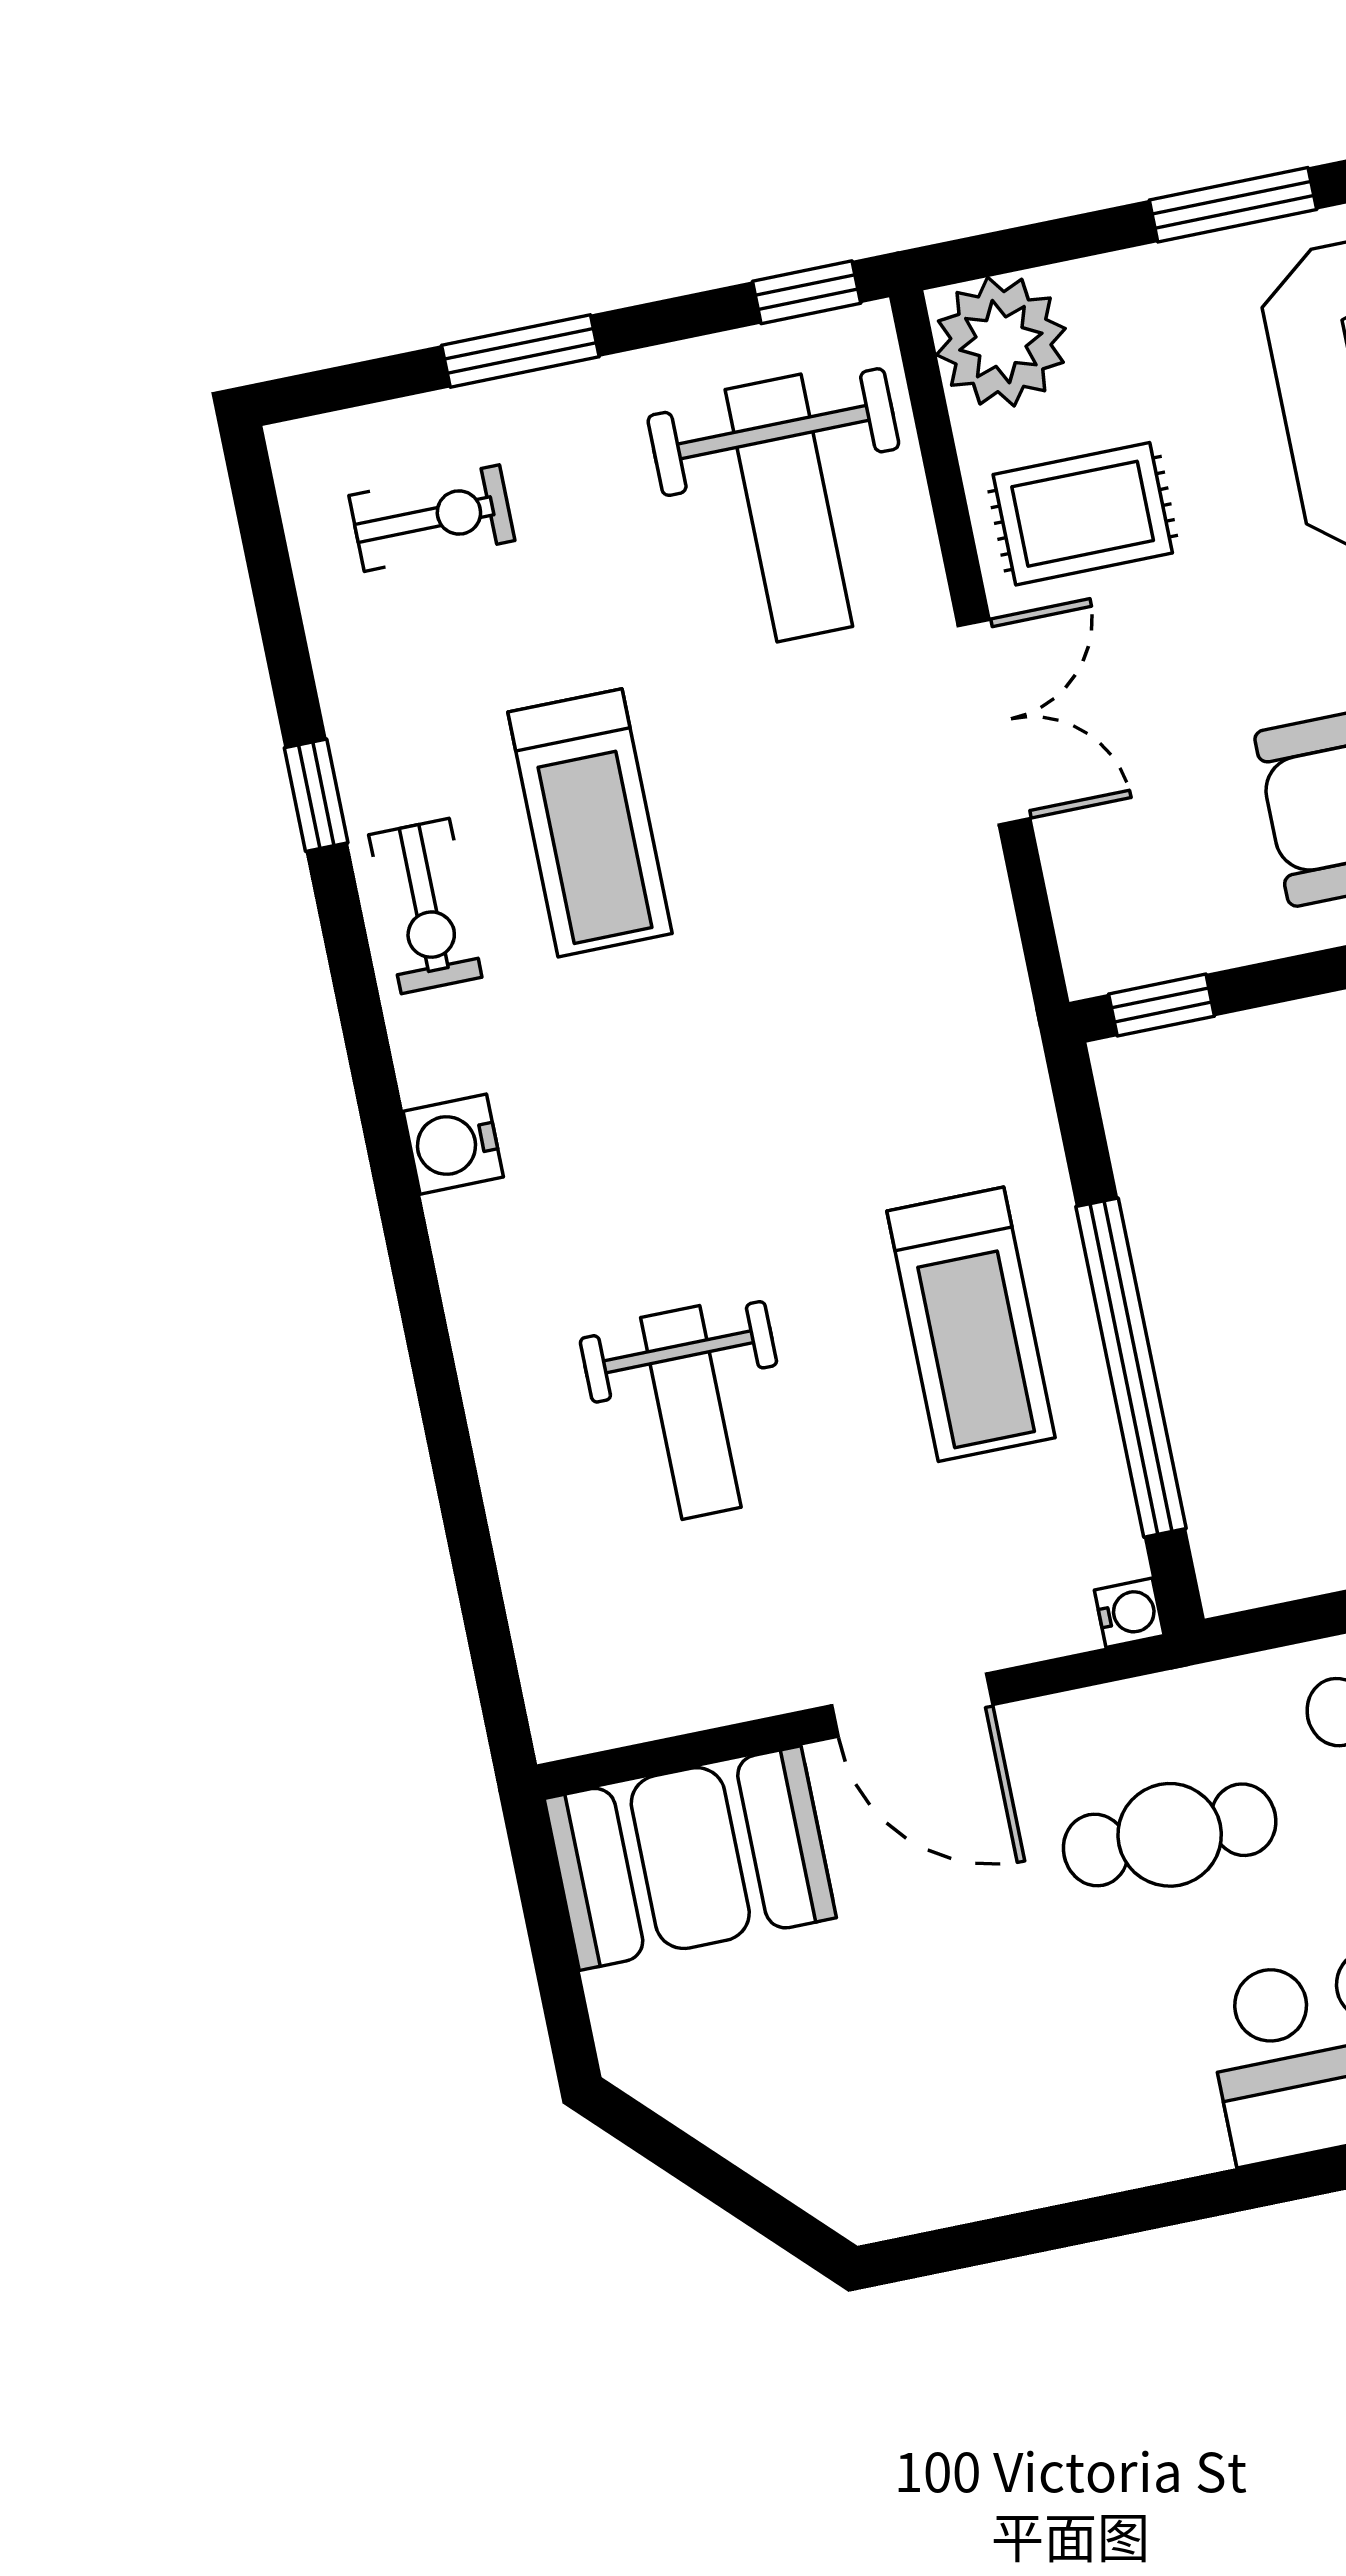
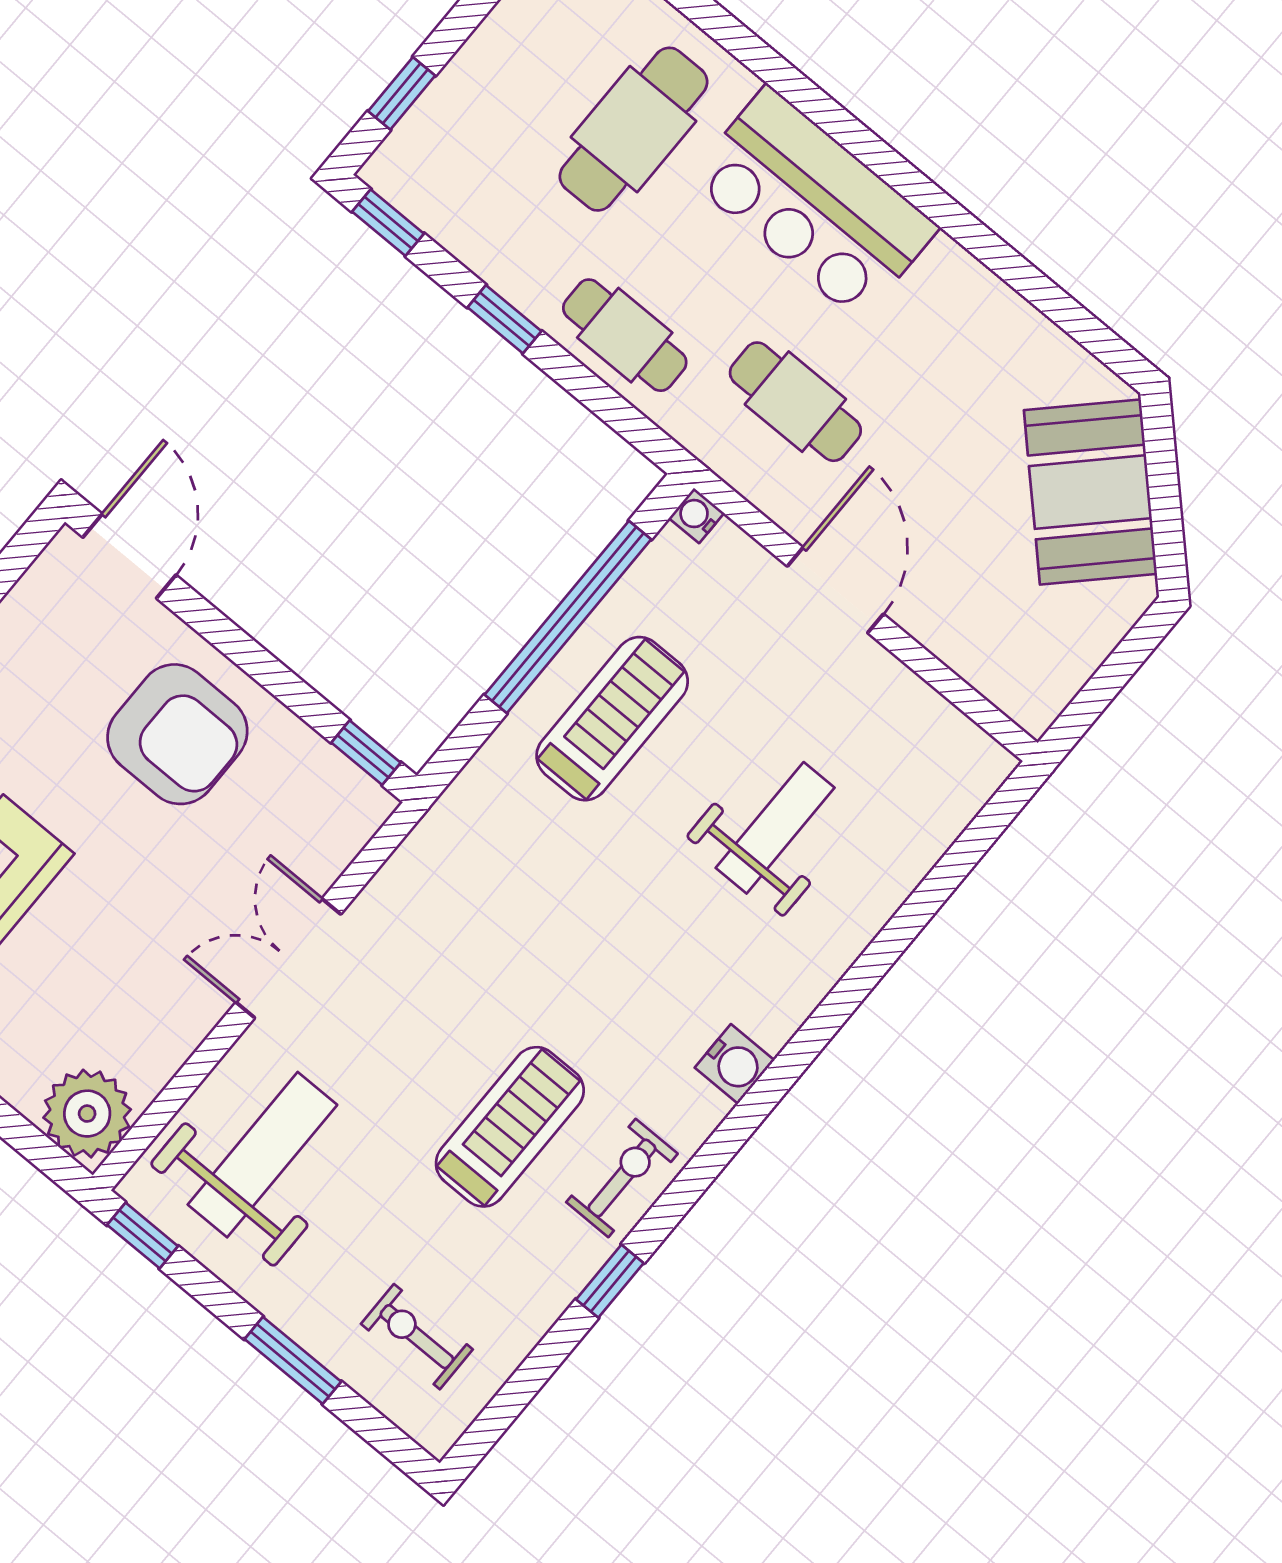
rug: (1083, 514) -> (143, 999), removed
booth: (690, 1858) -> (1090, 492), moved, turned 45

